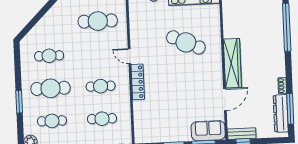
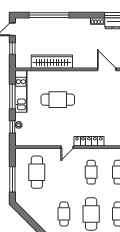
cafe table: (186, 42) -> (58, 100), turned 66
wardrobe: (232, 63) -> (52, 62), moved

